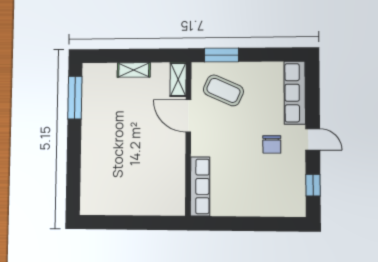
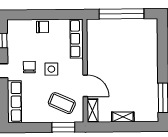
side table: (239, 141) -> (51, 69), added
chair: (252, 205) -> (42, 27), added
window: (133, 223) -> (121, 14), added

